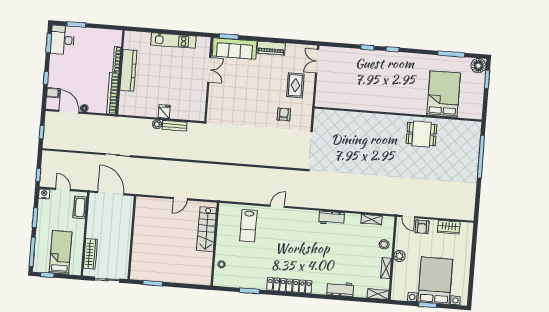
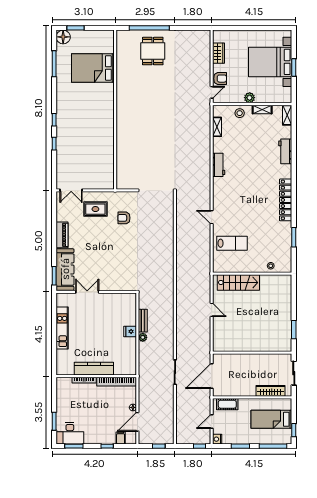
dining table: (422, 134) -> (153, 51), moved

